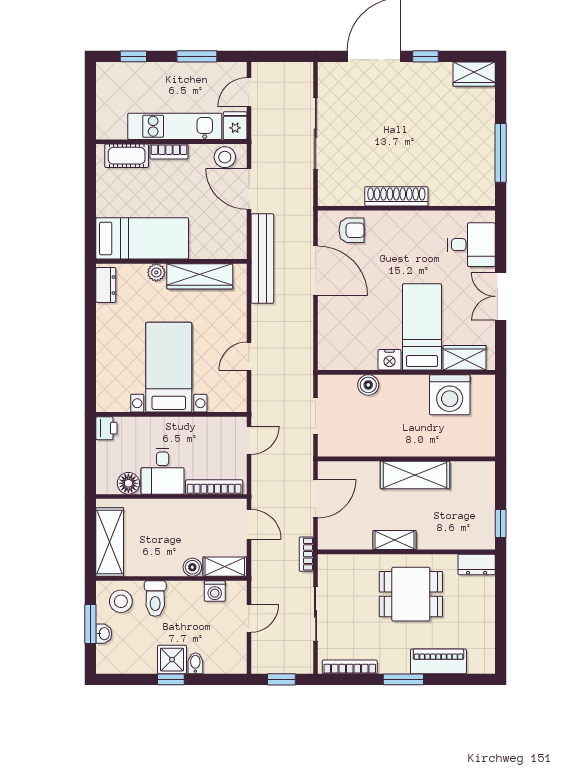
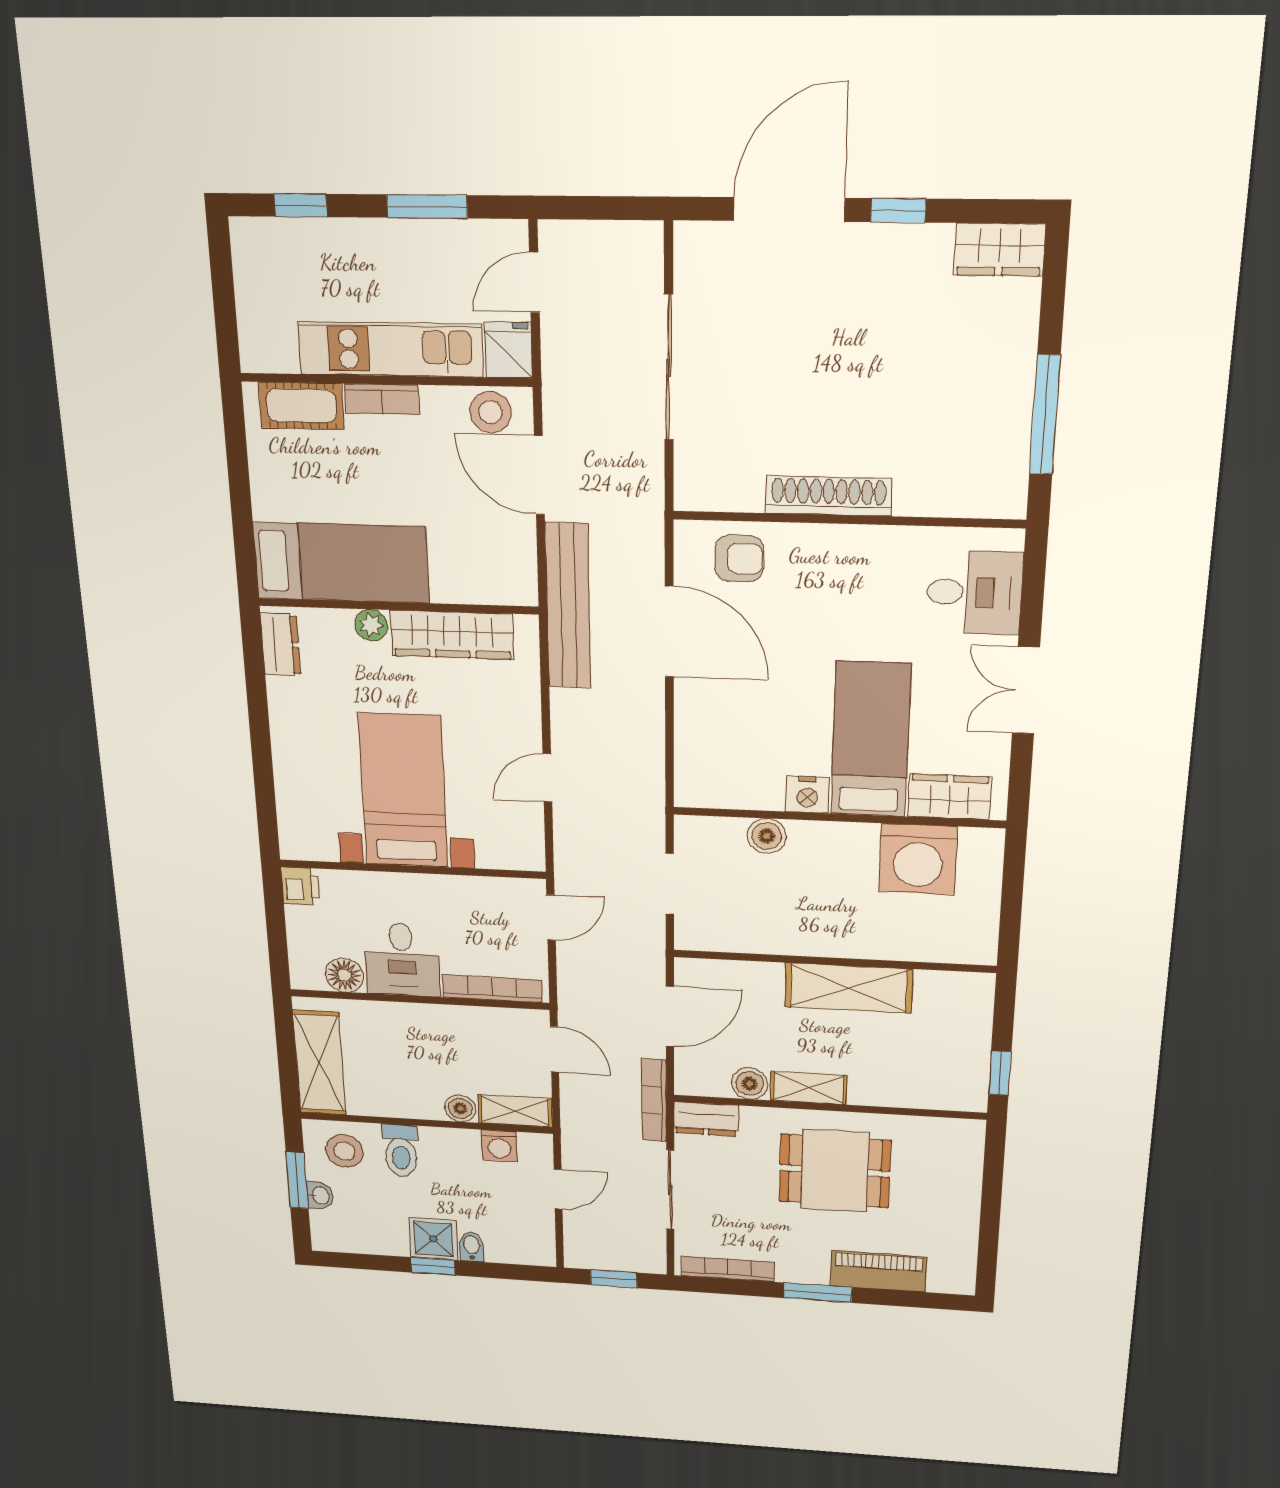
boiler: (361, 539) -> (750, 1084), added
bookcase: (306, 554) -> (654, 1100), width x1.56
dresser: (477, 565) -> (706, 1119), moved

